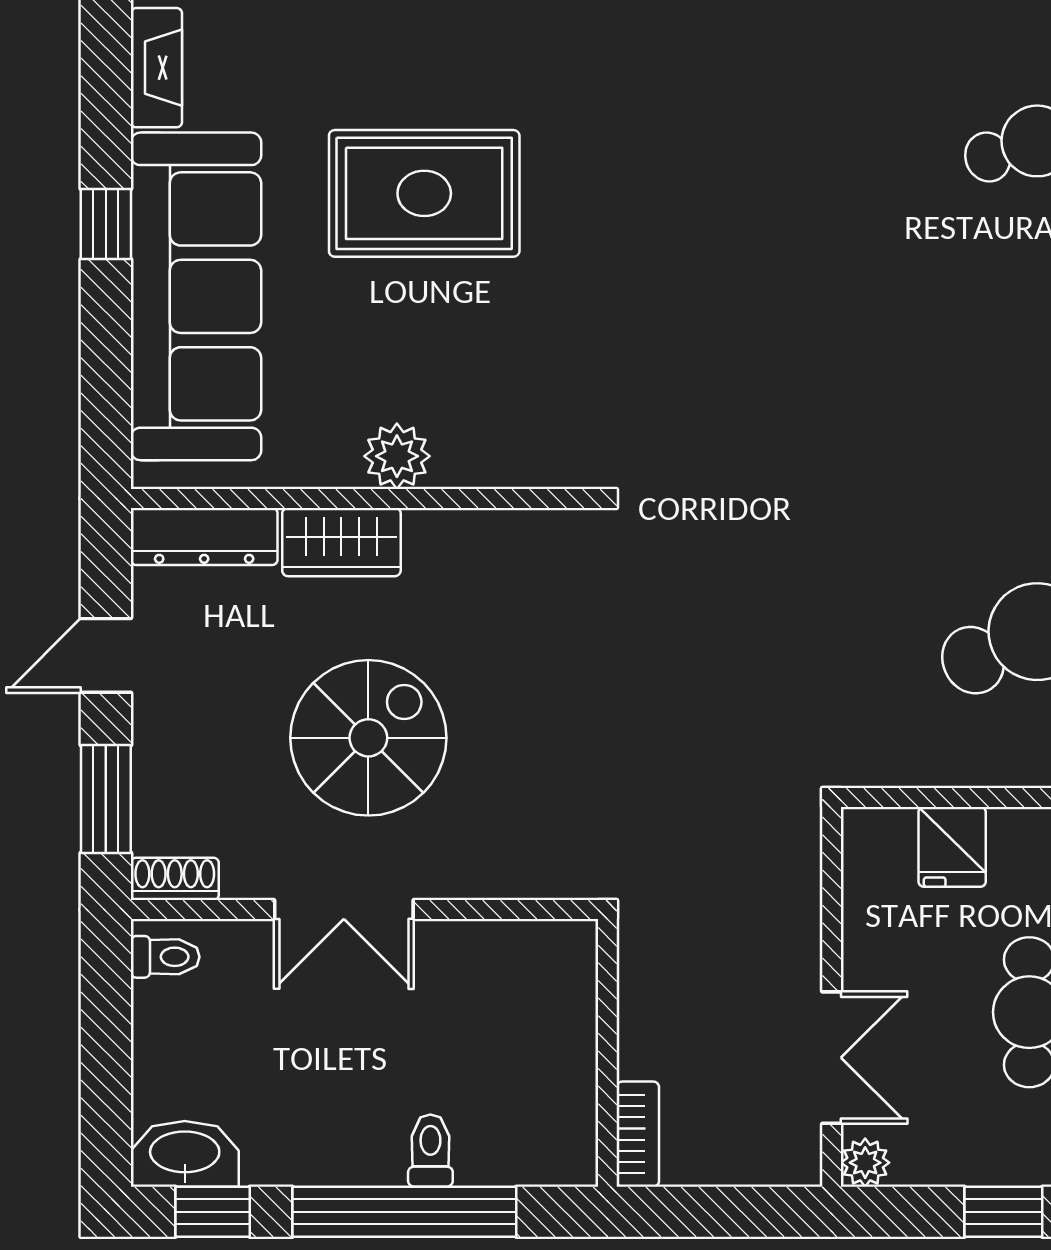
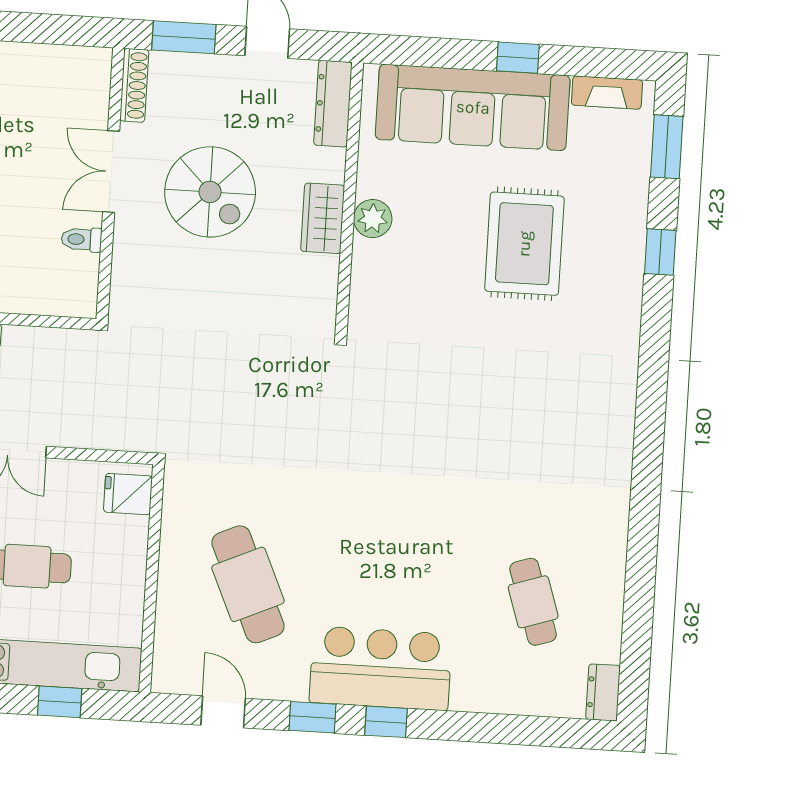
wardrobe: (341, 542) -> (323, 218), moved
fridge: (952, 847) -> (128, 494), moved
shoe rack: (175, 879) -> (134, 85), width x1.43
toilet: (165, 957) -> (82, 239), moved, turned 90

